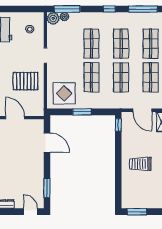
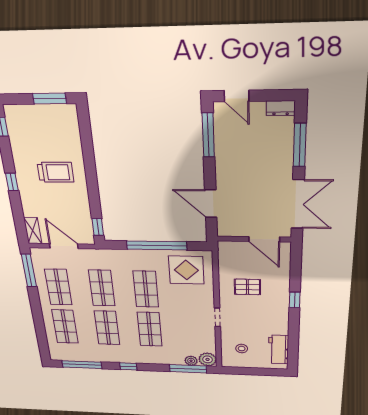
pallet: (25, 81) -> (247, 287), width x0.67, depth x0.71
window: (82, 112) -> (157, 245), width x2.11
window: (47, 188) -> (208, 135), width x1.44

